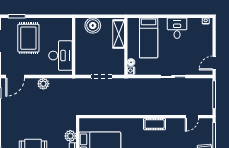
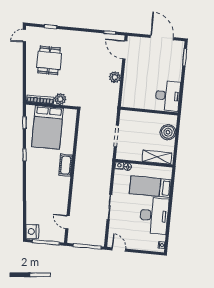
desk: (177, 28) -> (154, 216), width x1.87, depth x1.30
rug: (28, 38) -> (162, 67), removed
desk: (60, 56) -> (168, 96), moved, turned -90
cot: (155, 124) -> (66, 165), moved

